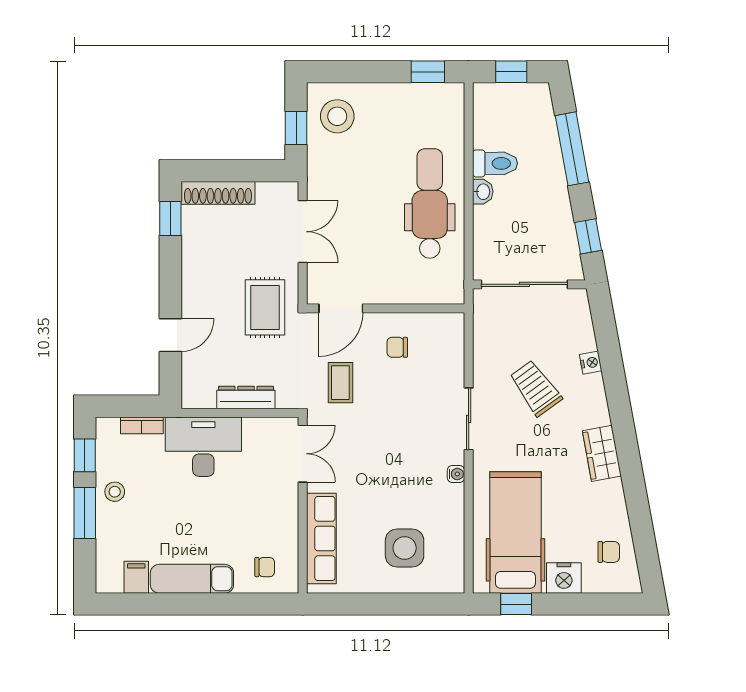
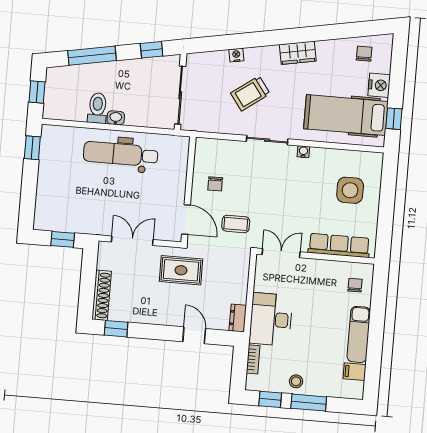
stool: (337, 116) -> (57, 211), removed
dresser: (246, 397) -> (238, 318), moved, width x0.70

